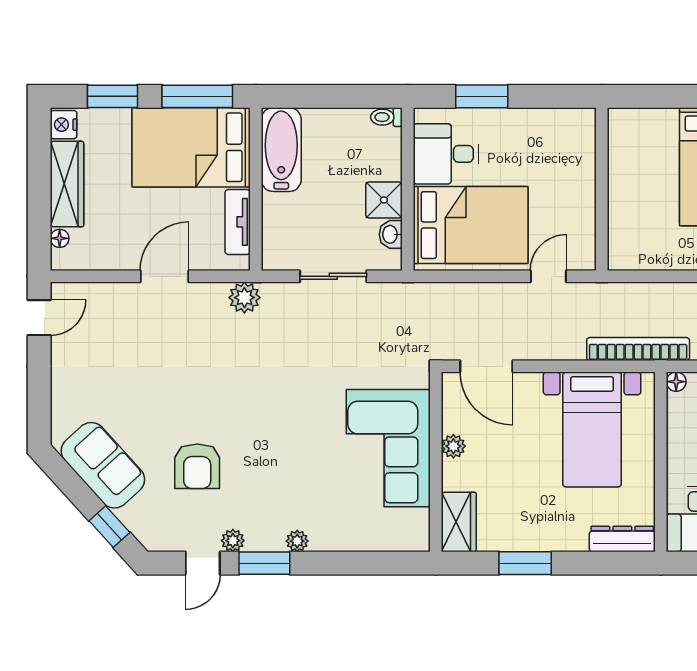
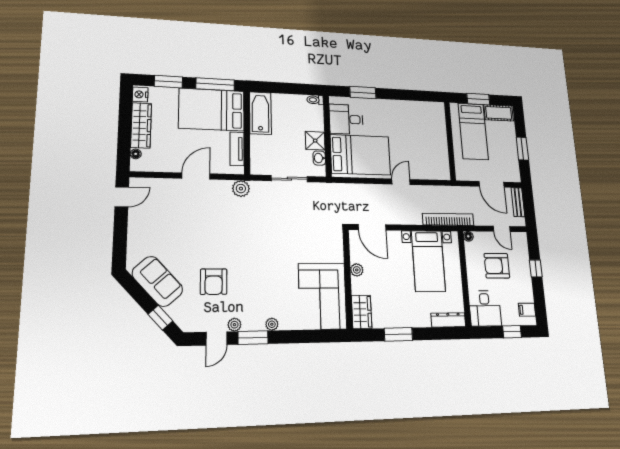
wall: (602, 189) -> (450, 141), moved
corner sofa: (388, 448) -> (322, 296), moved

